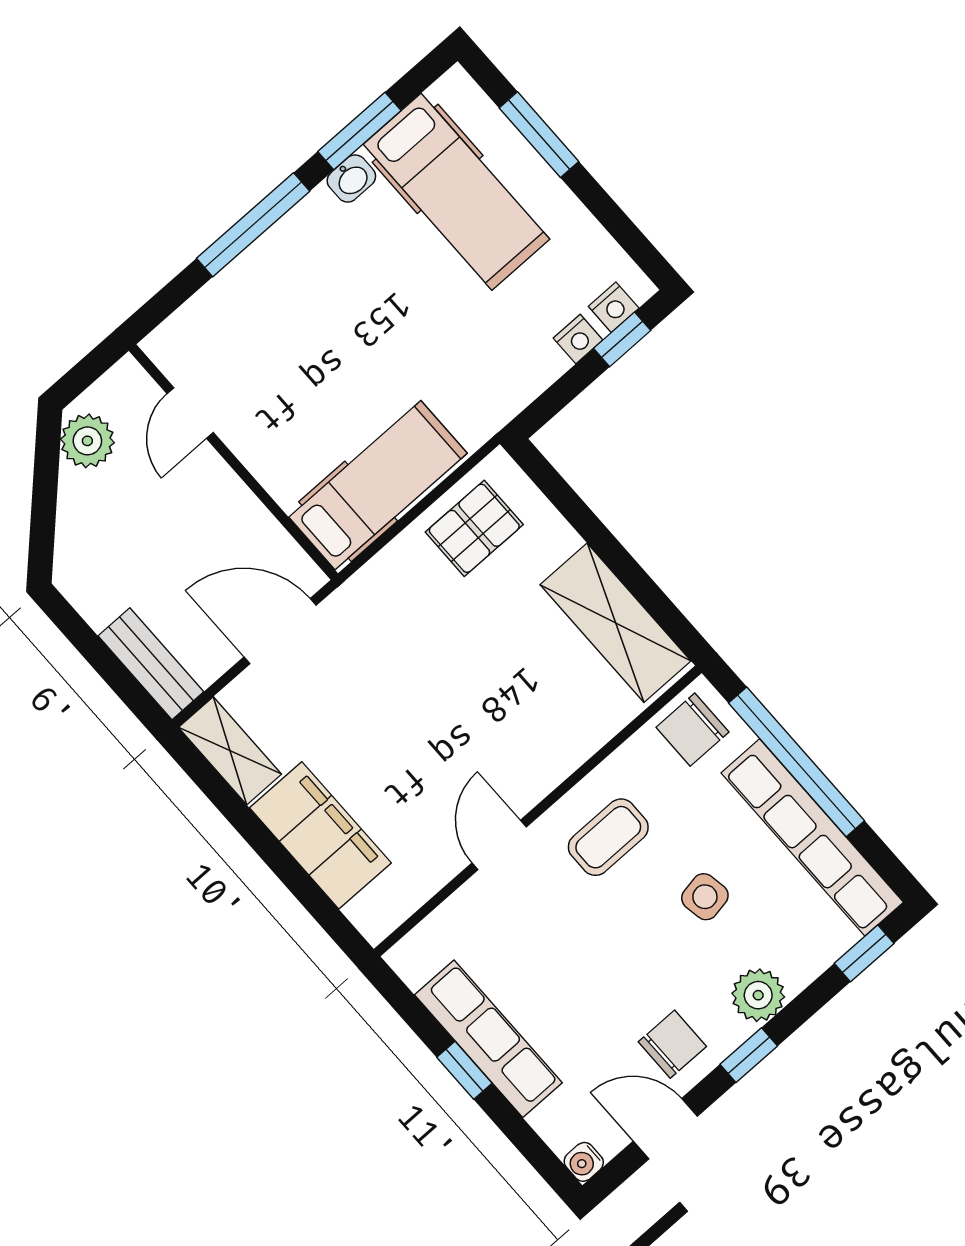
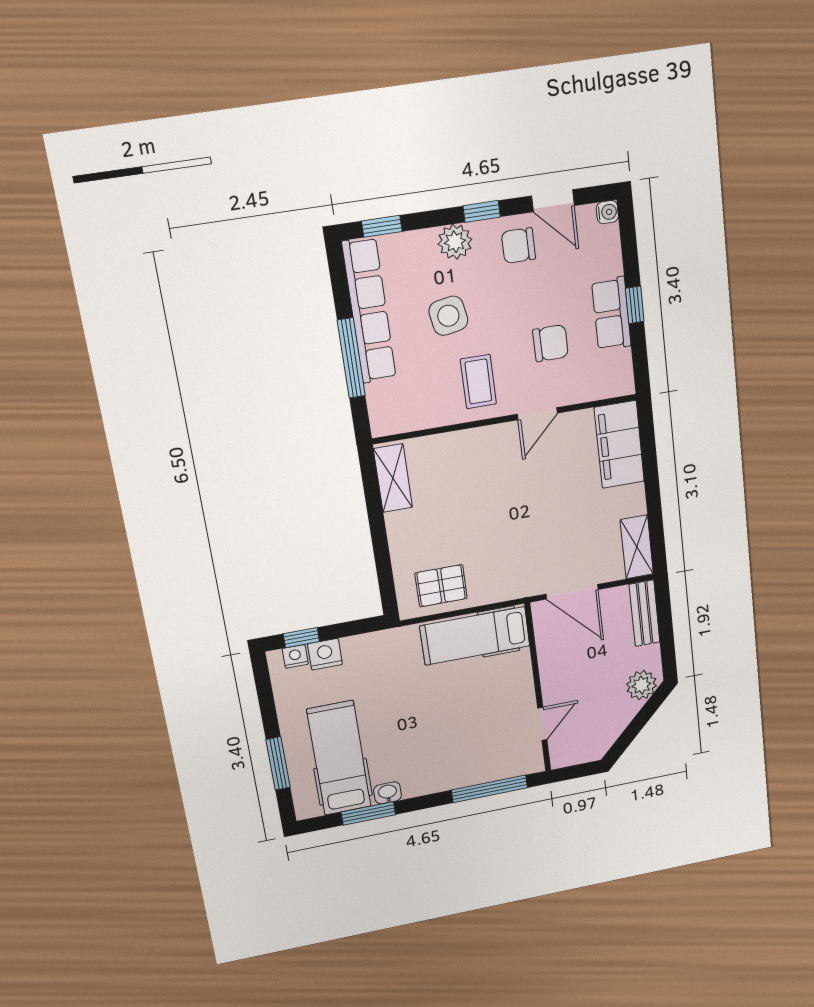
window: (253, 225) -> (490, 789), moved
nightstand: (578, 339) -> (325, 654), width x1.39, depth x1.35
plant: (87, 441) -> (641, 685), moved
shelving: (615, 623) -> (393, 478), width x0.67, depth x0.75
chair: (693, 730) -> (551, 343), moved
window: (796, 762) -> (351, 358), width x0.68
filing cabinet: (320, 835) -> (619, 445), moved
coffee table: (608, 837) -> (478, 382), turned 90
side table: (705, 897) -> (448, 316), width x1.37, depth x1.37
row of seats: (488, 1039) -> (611, 314), width x0.68

